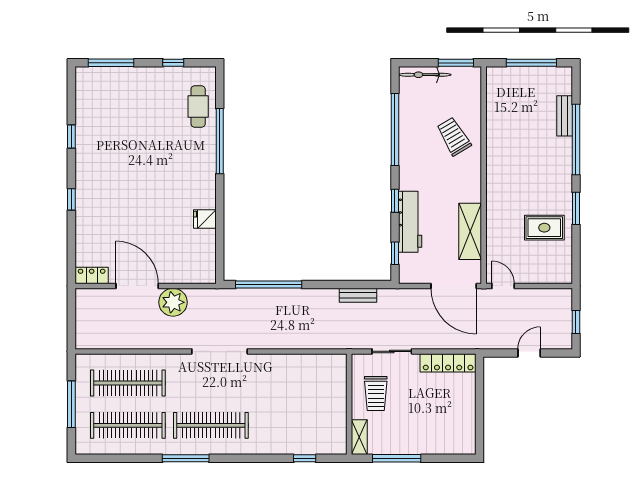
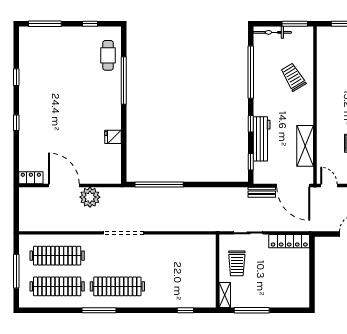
bench: (358, 295) -> (262, 192), moved

